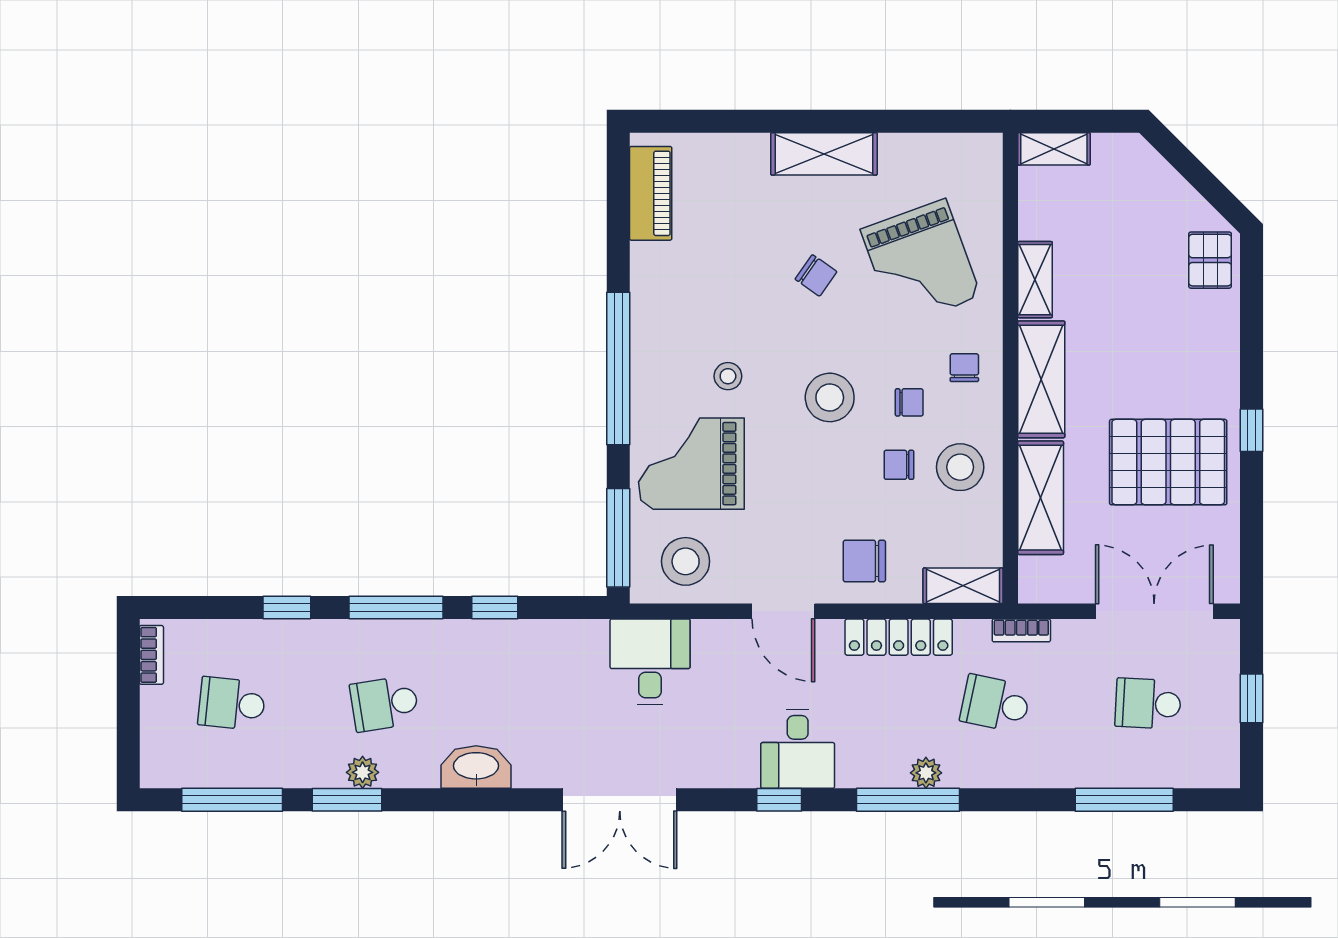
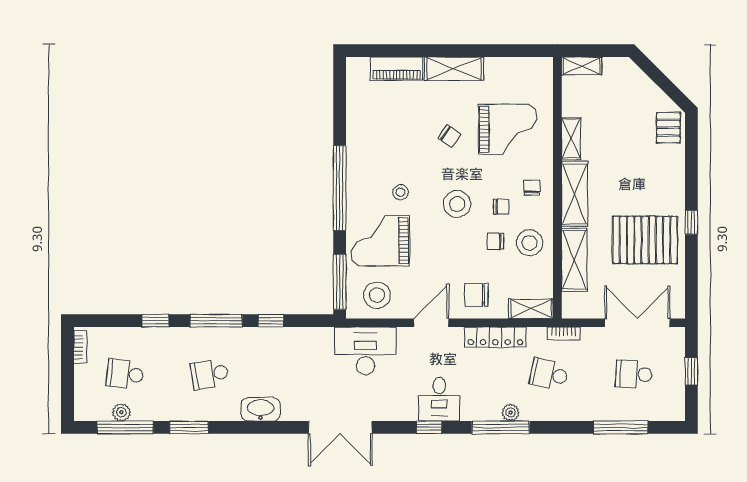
piano: (651, 193) -> (397, 69), moved, turned 90
grand piano: (921, 263) -> (508, 129), turned -70
door: (783, 611) -> (431, 323), swing flipped
desk: (650, 662) -> (366, 351), width x1.37
plant: (363, 772) -> (121, 412), moved

